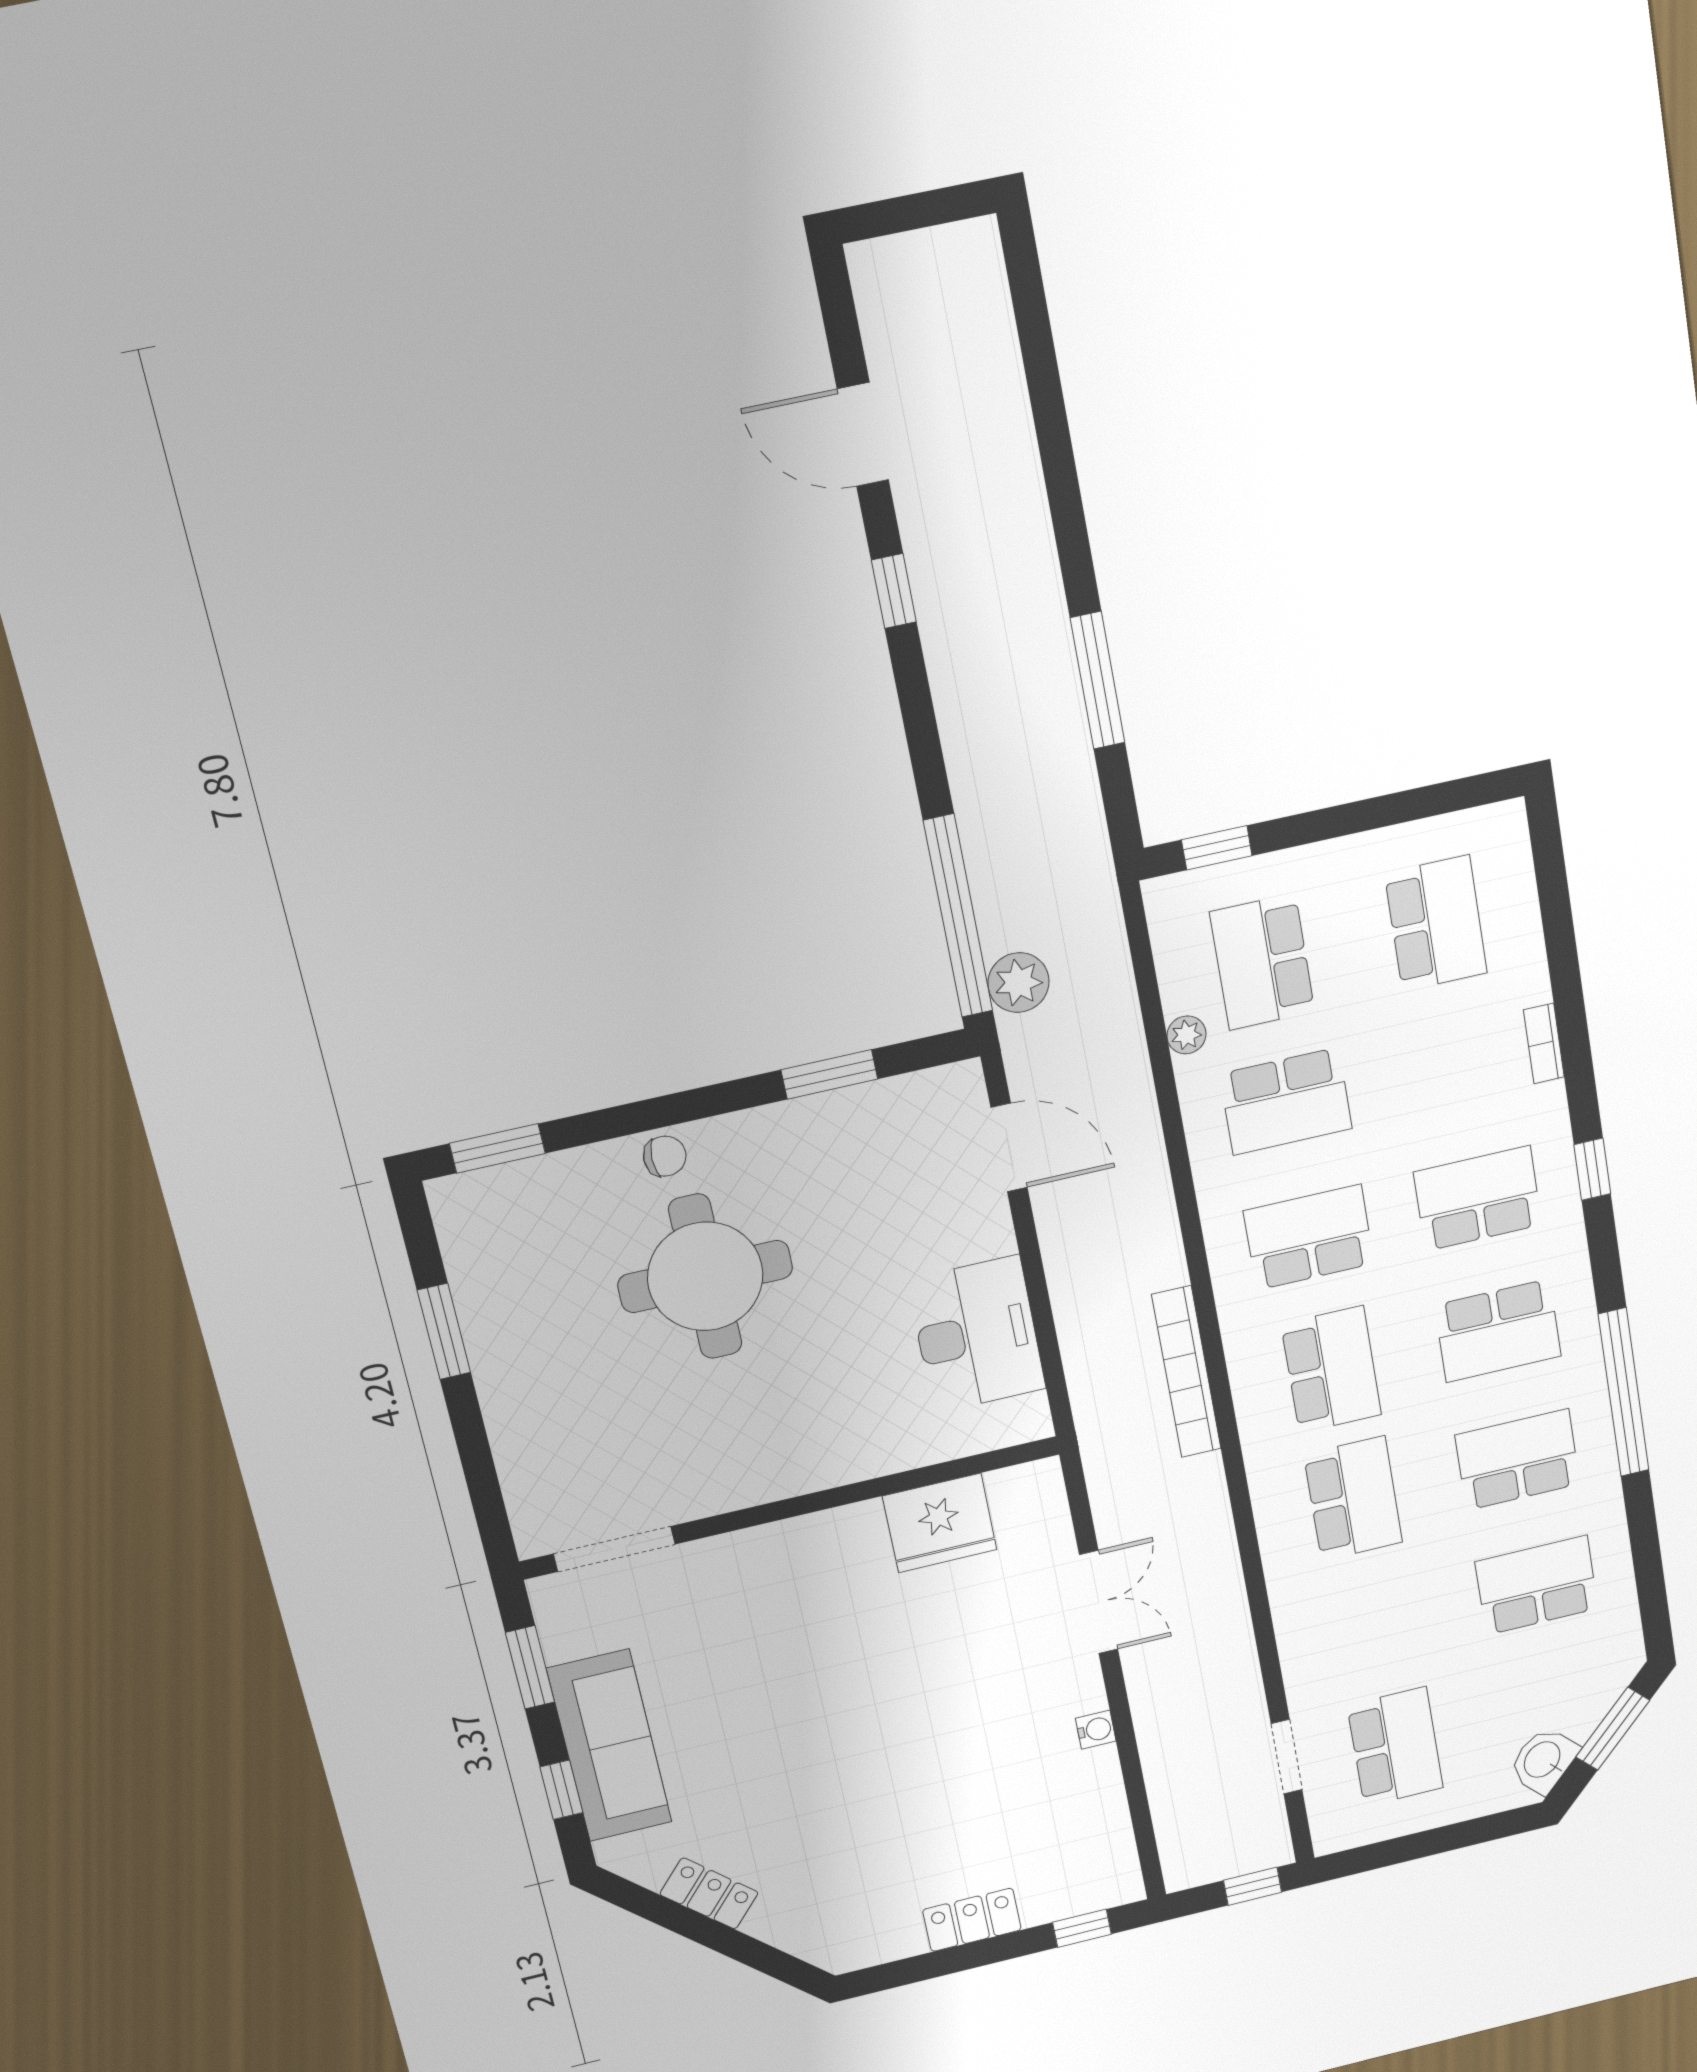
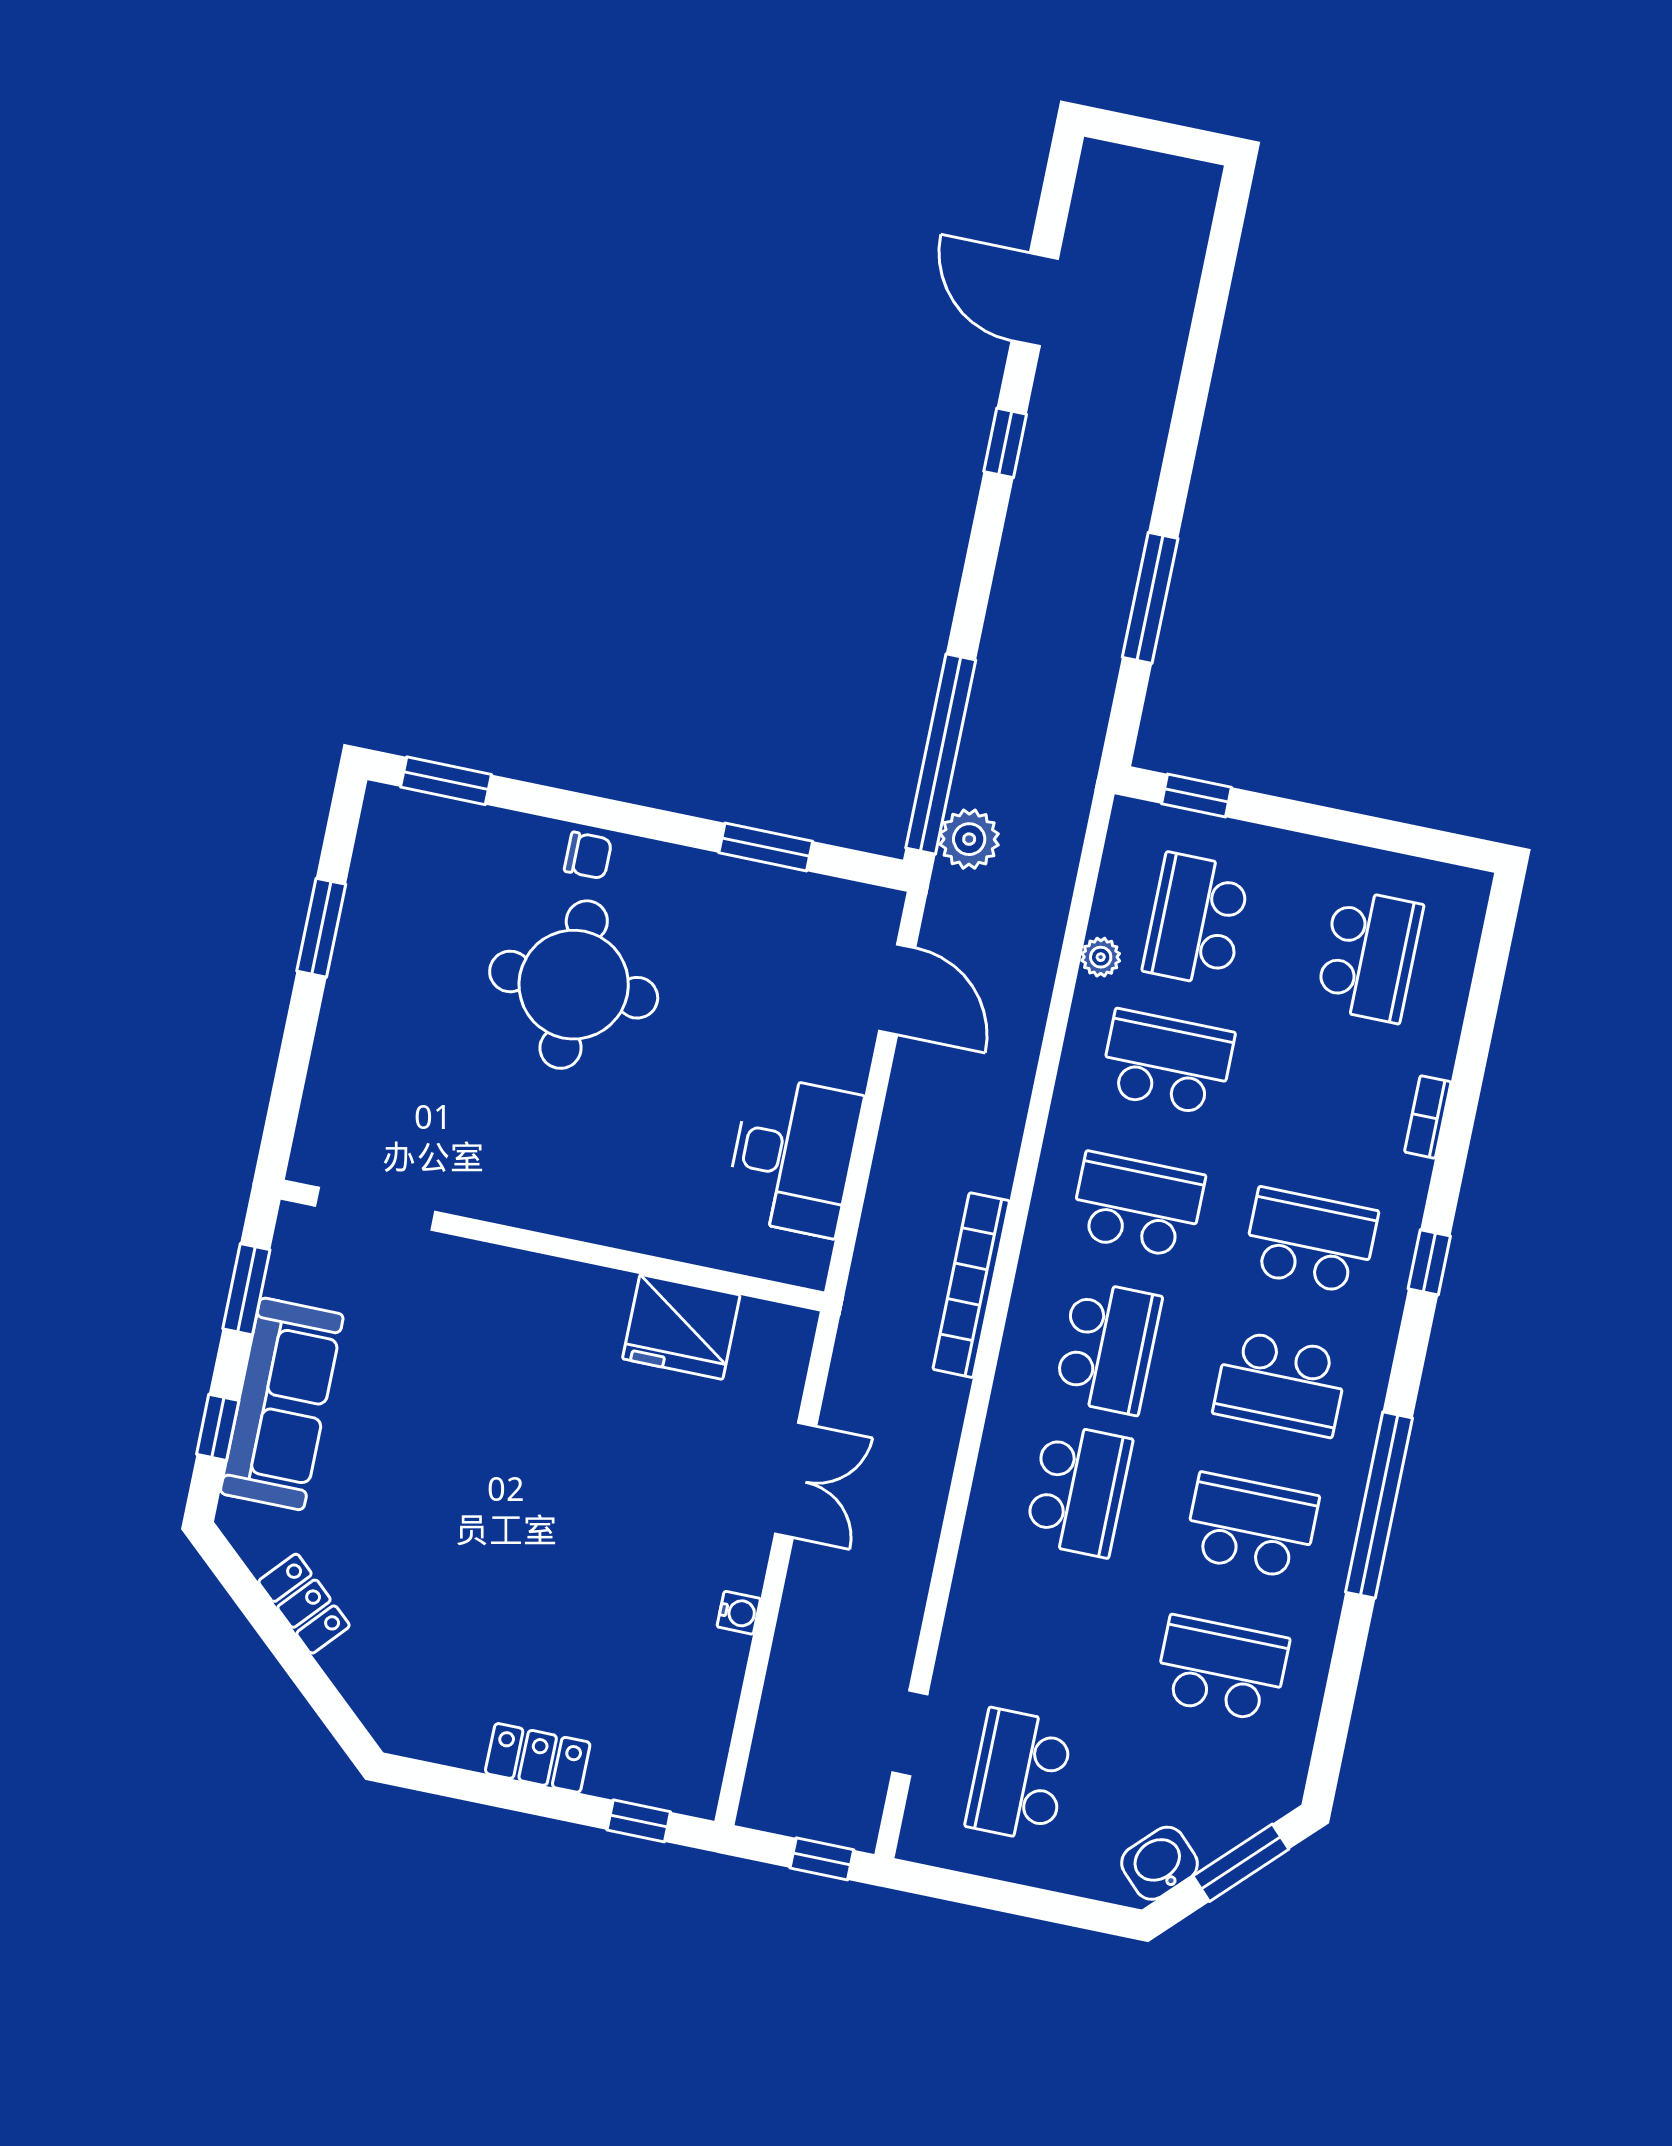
school desk: (1286, 1101) -> (1167, 1062), turned 180
school desk: (1395, 1747) -> (1019, 1775), turned 180

